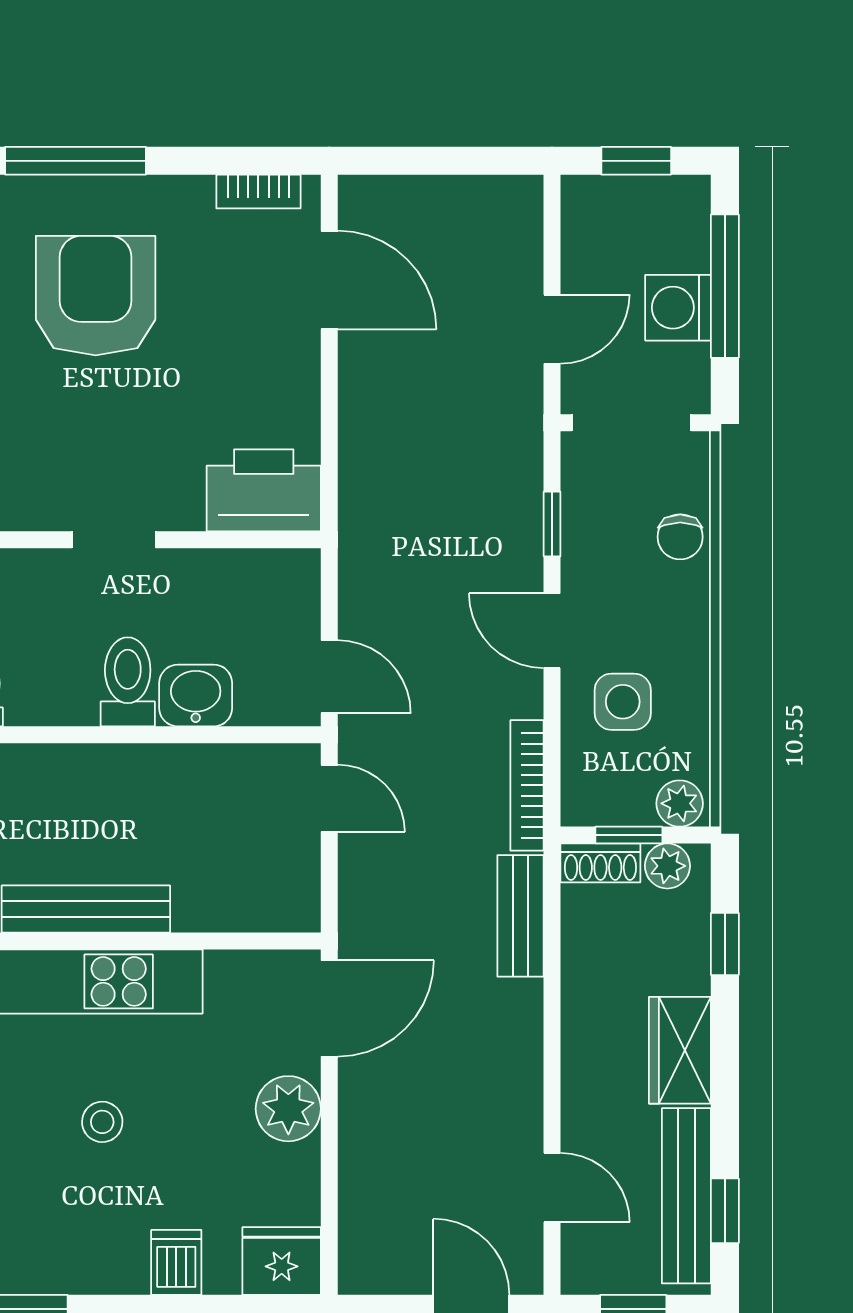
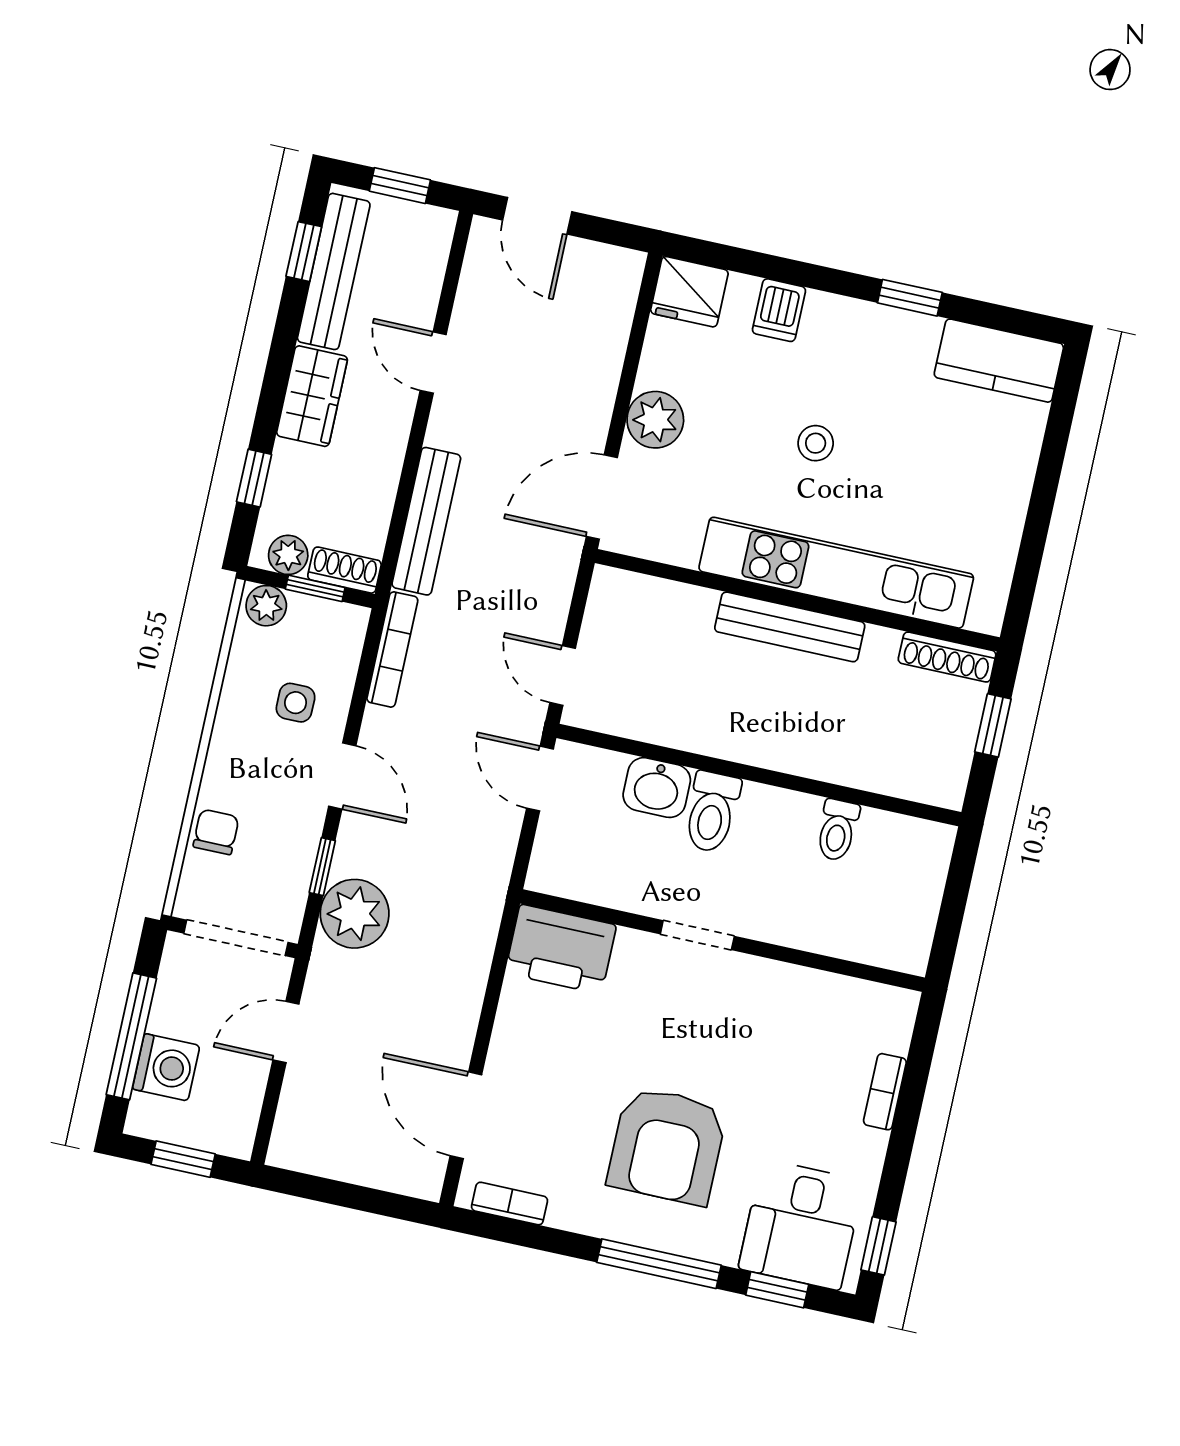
washing machine: (678, 308) -> (166, 1067), moved
plant: (504, 479) -> (355, 914), added
side table: (623, 702) -> (296, 703), width x0.73, depth x0.73
bench: (521, 916) -> (426, 521), width x1.36
door: (552, 1188) -> (433, 362), moved

